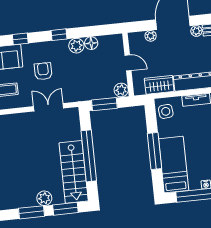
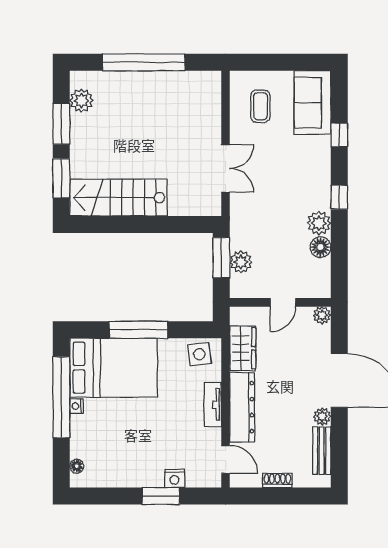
plant: (151, 36) -> (322, 315), moved
armchair: (43, 71) -> (284, 166), removed
plant: (121, 90) -> (241, 262), moved
window: (89, 156) -> (142, 224), removed
bed: (174, 165) -> (114, 368), width x1.50
plant: (44, 198) -> (81, 101), moved

